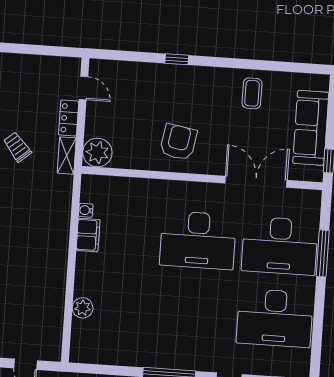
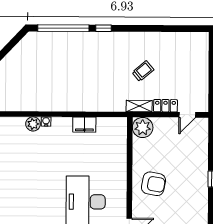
water cooler: (86, 210) -> (46, 122), moved

